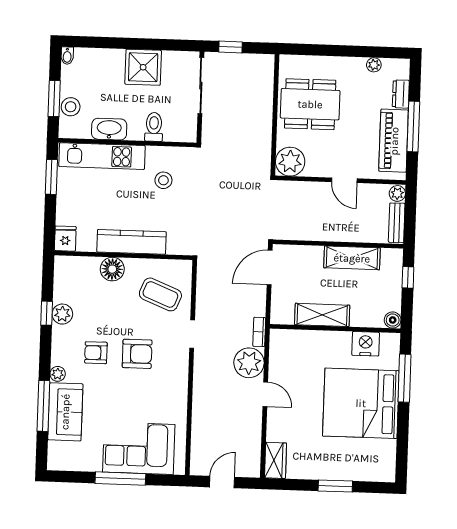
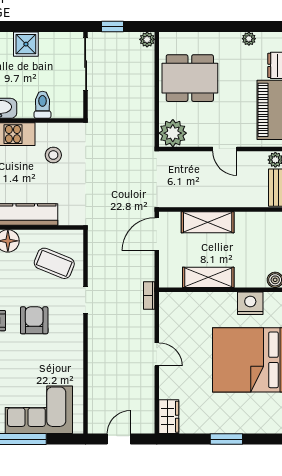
shower: (143, 67) -> (26, 44), width x0.73, depth x0.73
shelving: (352, 258) -> (208, 222), moved
armchair: (137, 354) -> (34, 320), turned -90
plant: (249, 363) -> (147, 39), moved, width x0.53, depth x0.53

